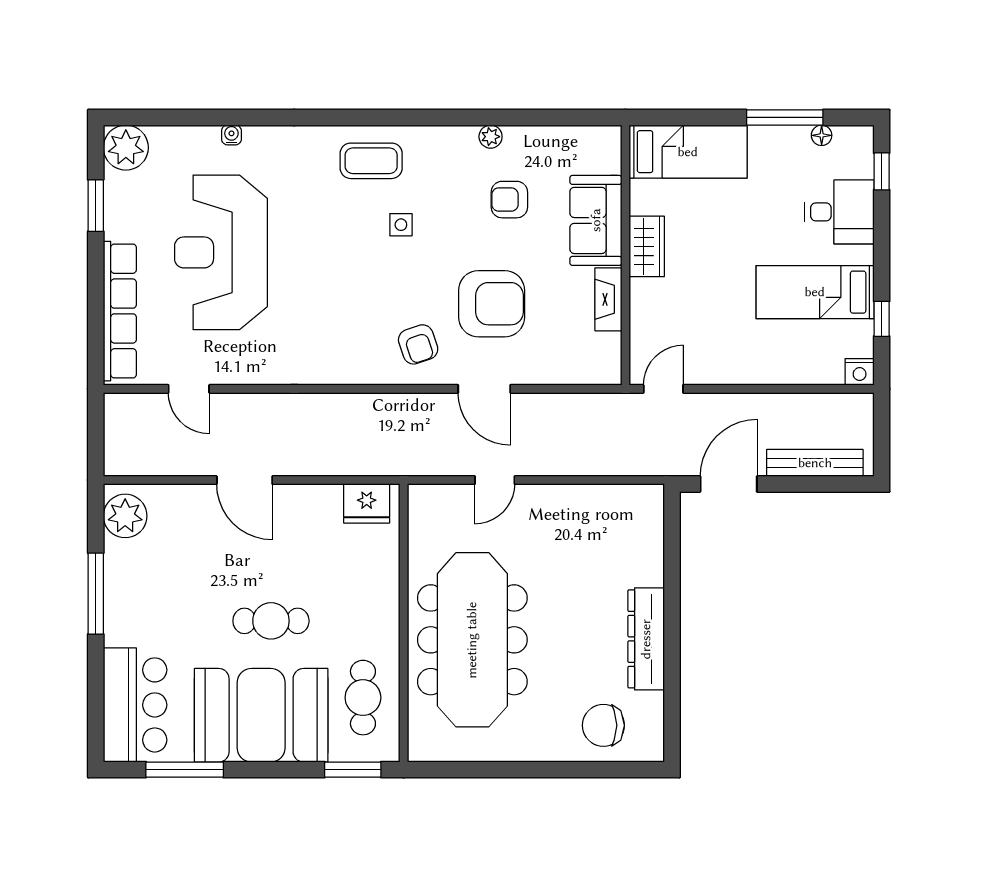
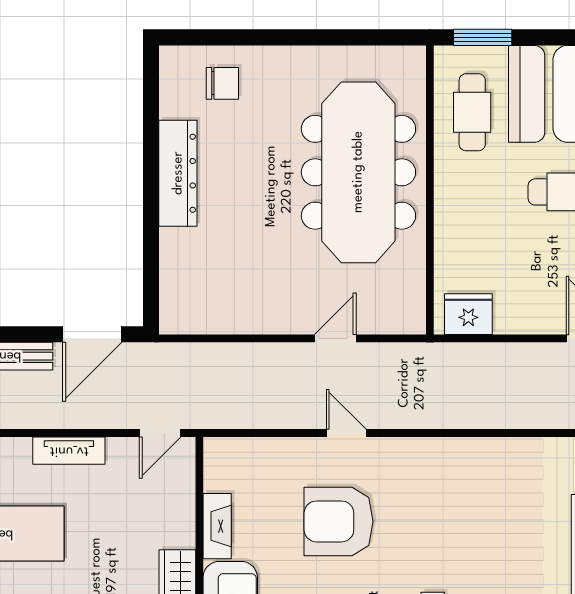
armchair: (418, 344) -> (415, 479), removed
tv unit: (751, 372) -> (69, 451), added
door: (484, 389) -> (346, 433), width x0.73
chair: (603, 725) -> (222, 83), width x0.73, depth x0.73

